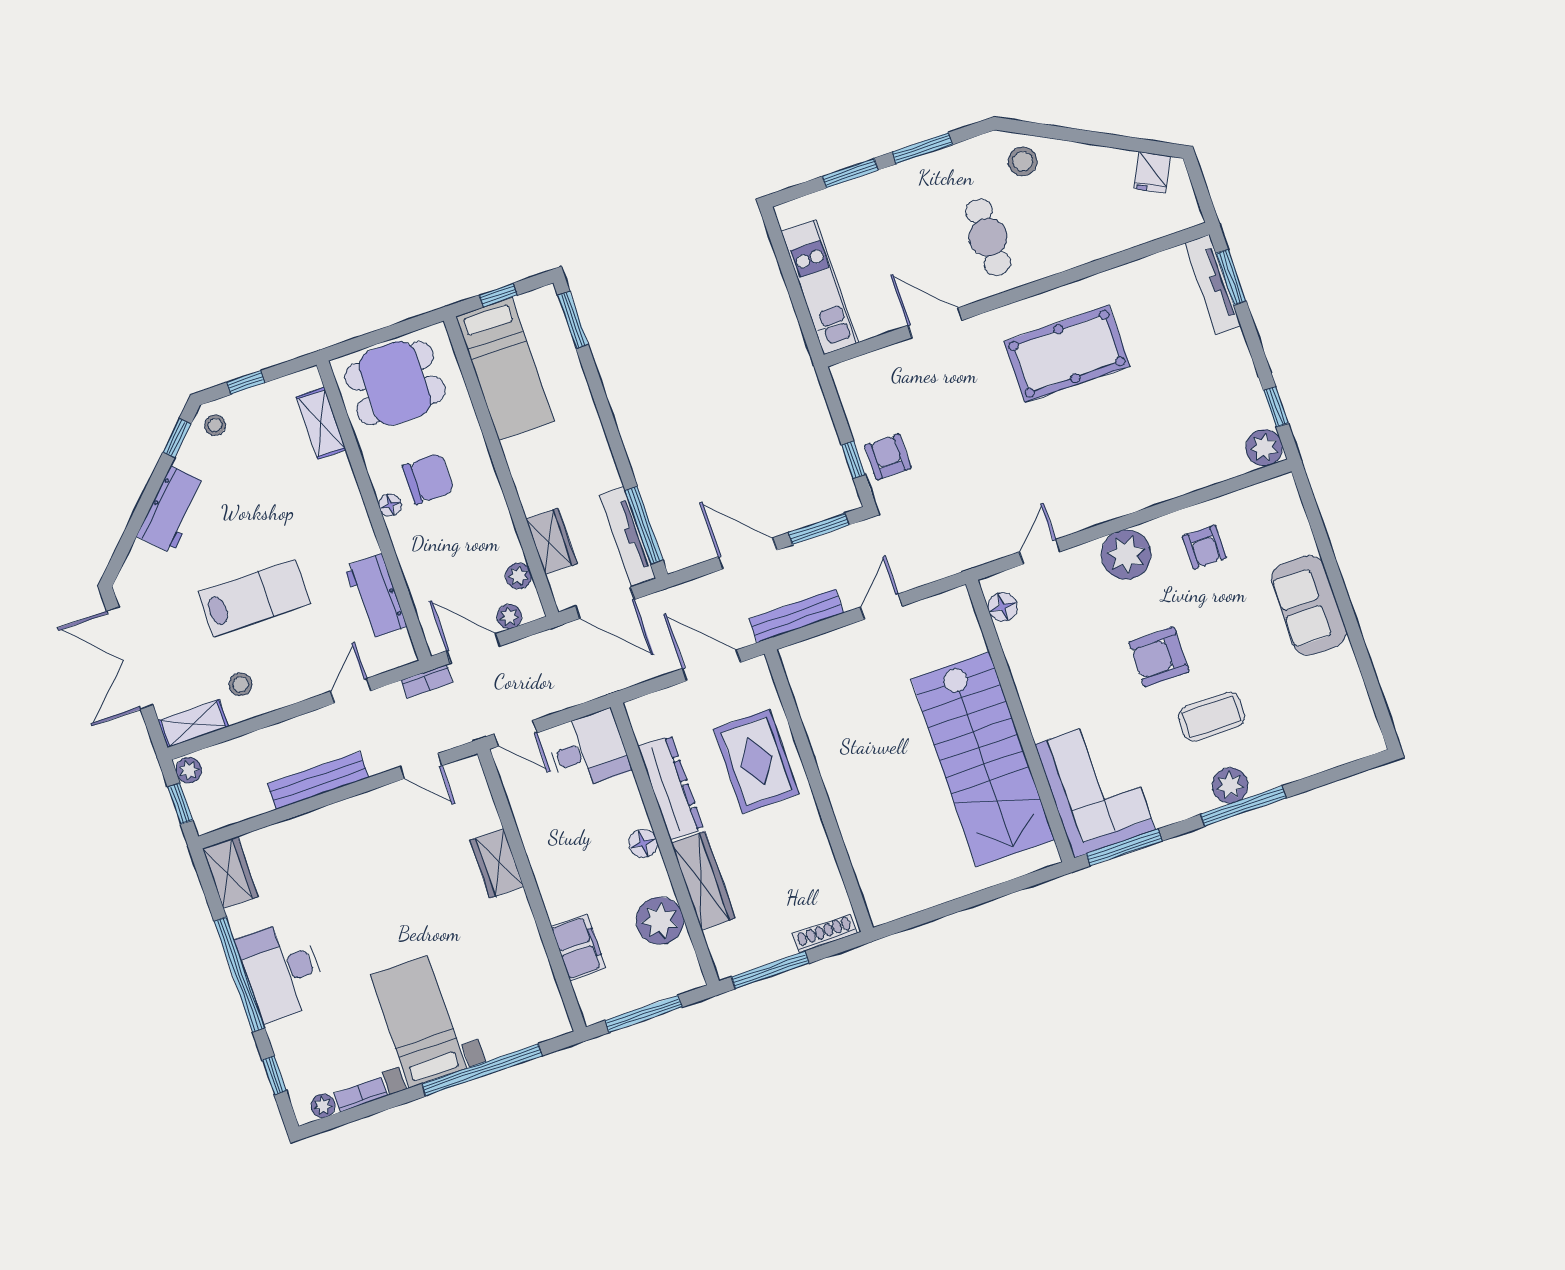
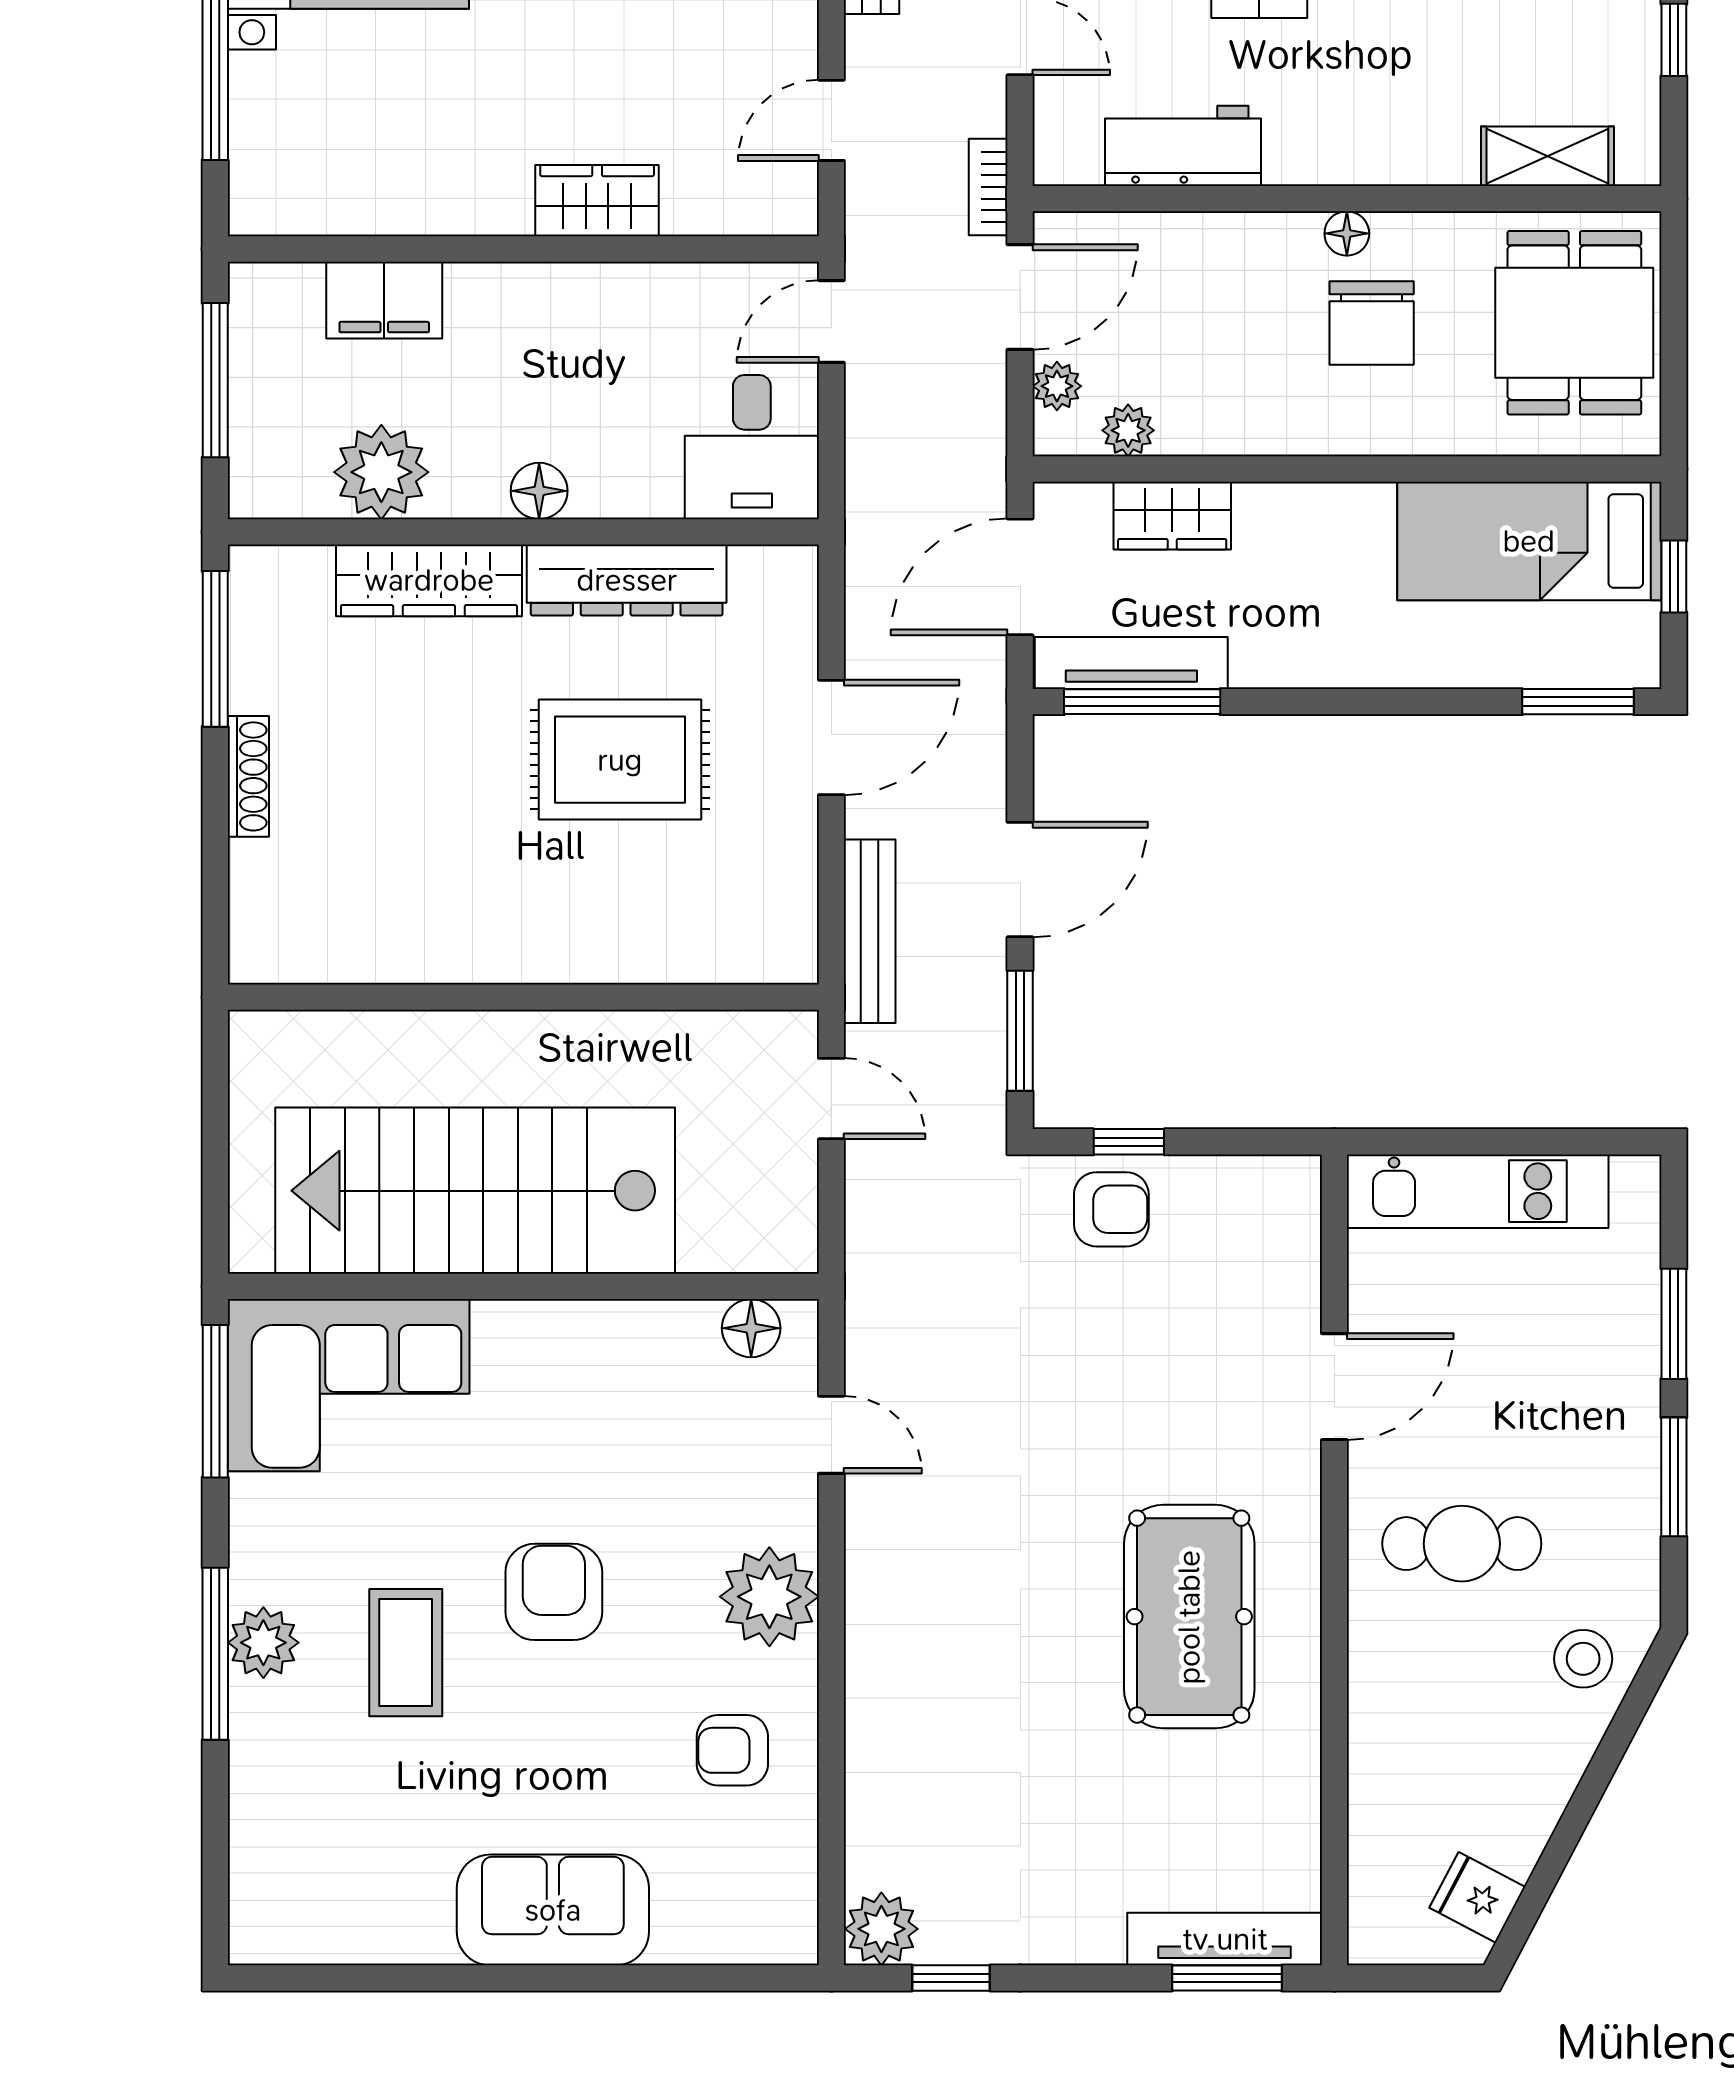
wall: (819, 791) -> (523, 997), moved

